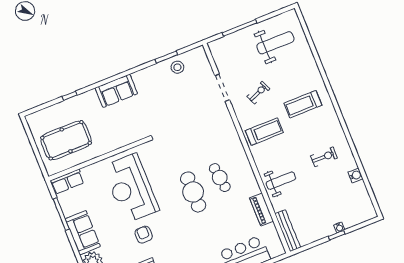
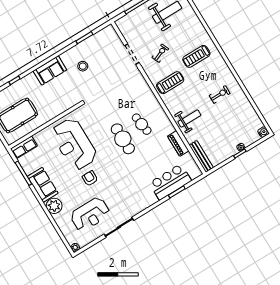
stool: (177, 67) -> (83, 66), moved
water cooler: (356, 175) -> (263, 132), moved

